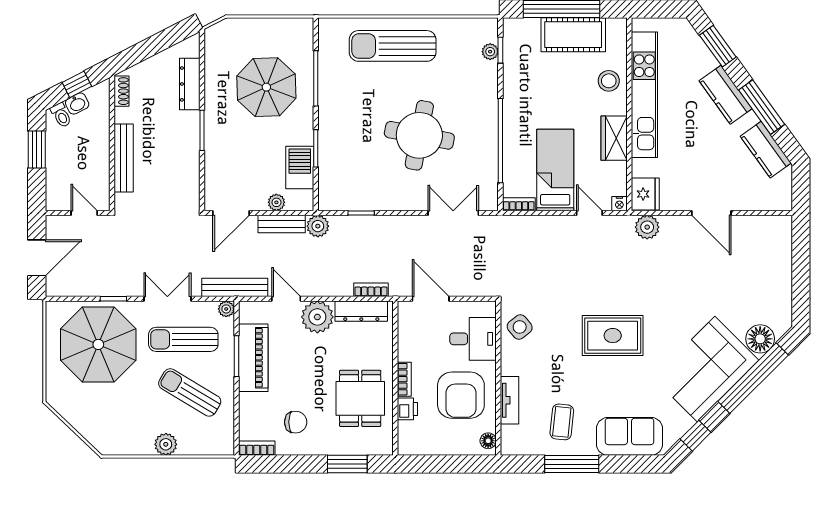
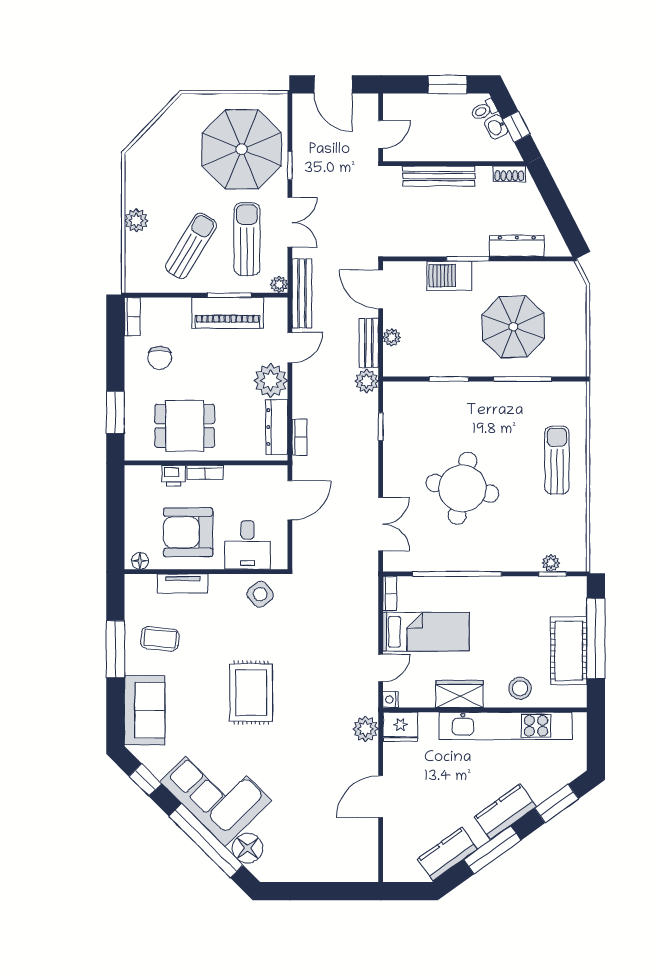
sun lounger: (393, 46) -> (557, 460), width x0.73, depth x0.75
barbecue: (300, 167) -> (449, 276), moved, turned 180

